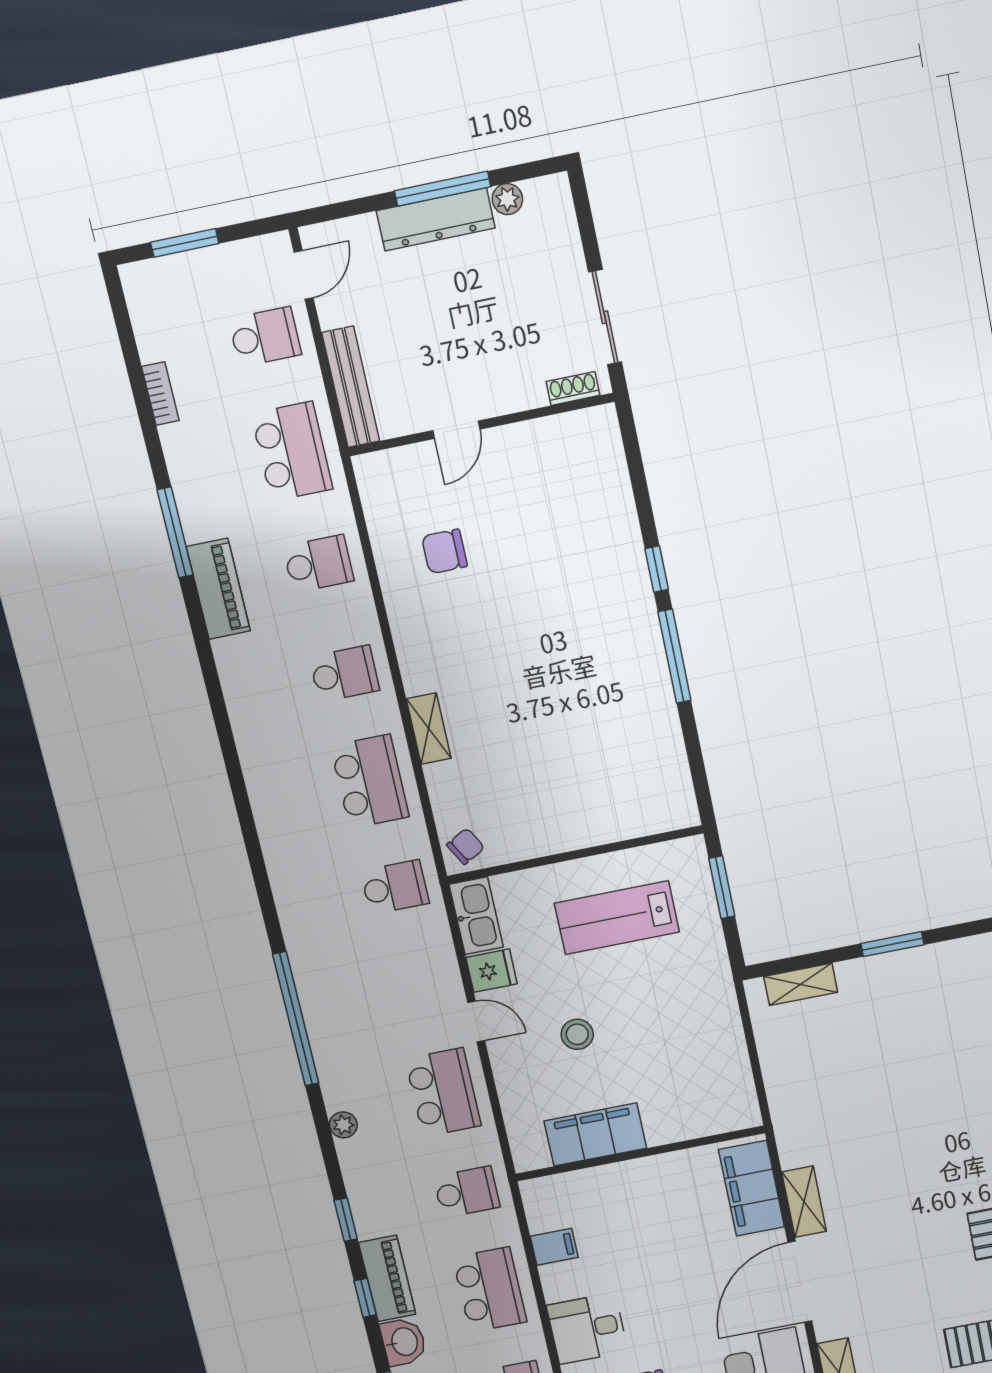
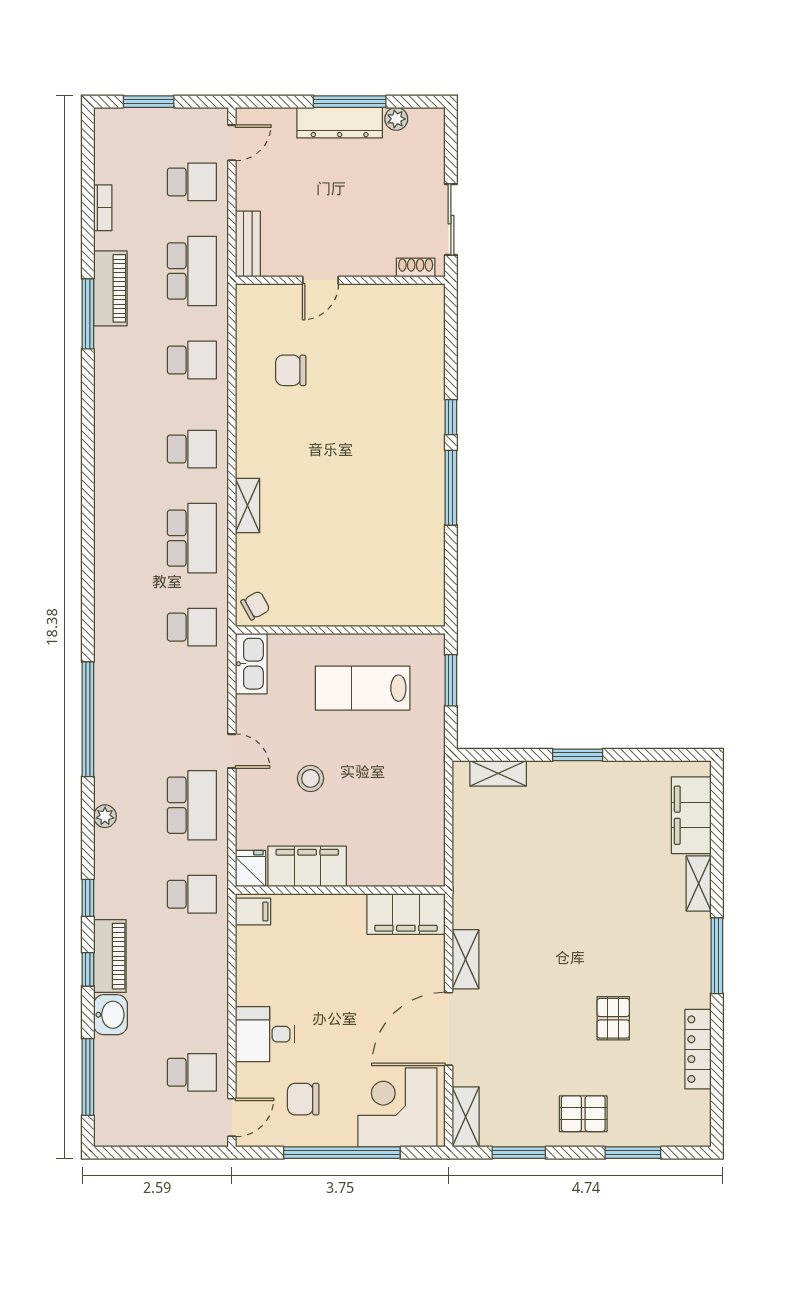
bench: (351, 387) -> (248, 244), width x0.73
piano: (218, 589) -> (110, 288), moved
fridge: (492, 971) -> (250, 869), moved, turned -90
filing cabinet: (752, 1188) -> (406, 914), moved, turned -90
filing cabinet: (554, 1247) -> (253, 912), moved
school desk: (490, 1290) -> (192, 983), removed

